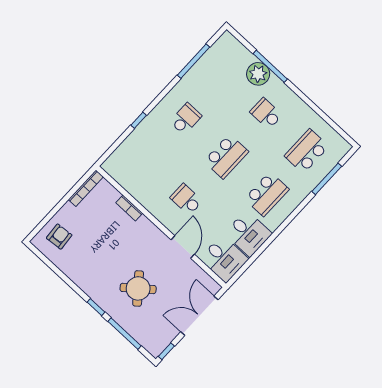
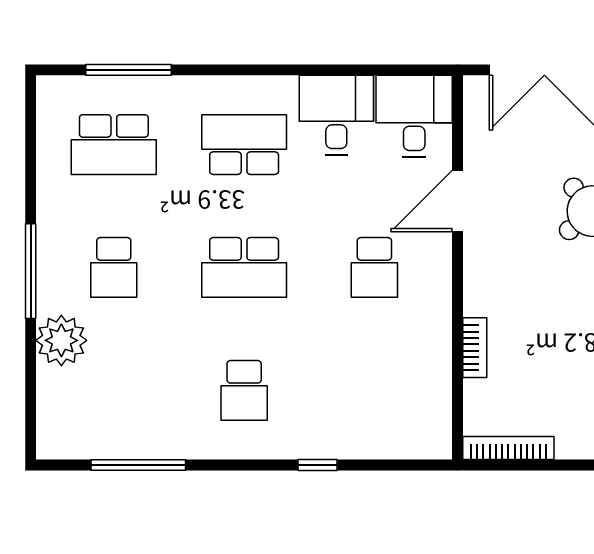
window: (270, 66) -> (31, 271), moved
school desk: (186, 119) -> (244, 390), turned -90
school desk: (226, 156) -> (244, 267), turned 180

